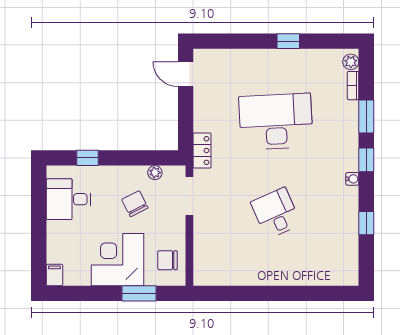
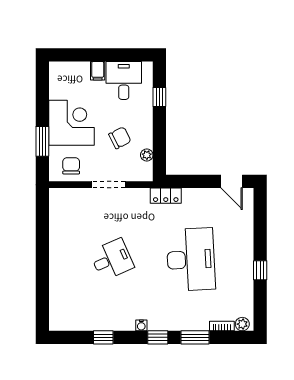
door: (186, 74) -> (232, 181), swing flipped
doorway: (189, 196) -> (108, 185), moved
filing cabinet: (54, 275) -> (98, 71), moved, turned 90

